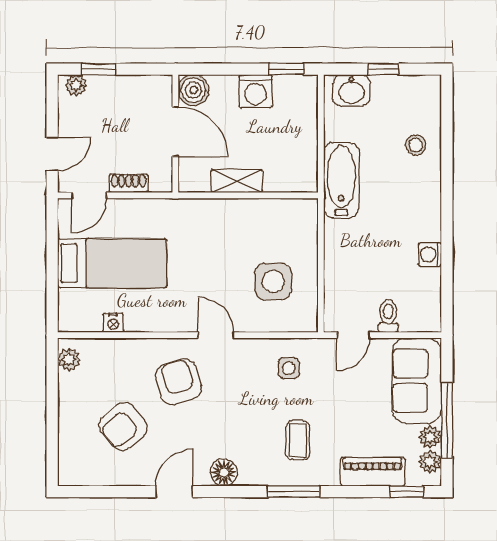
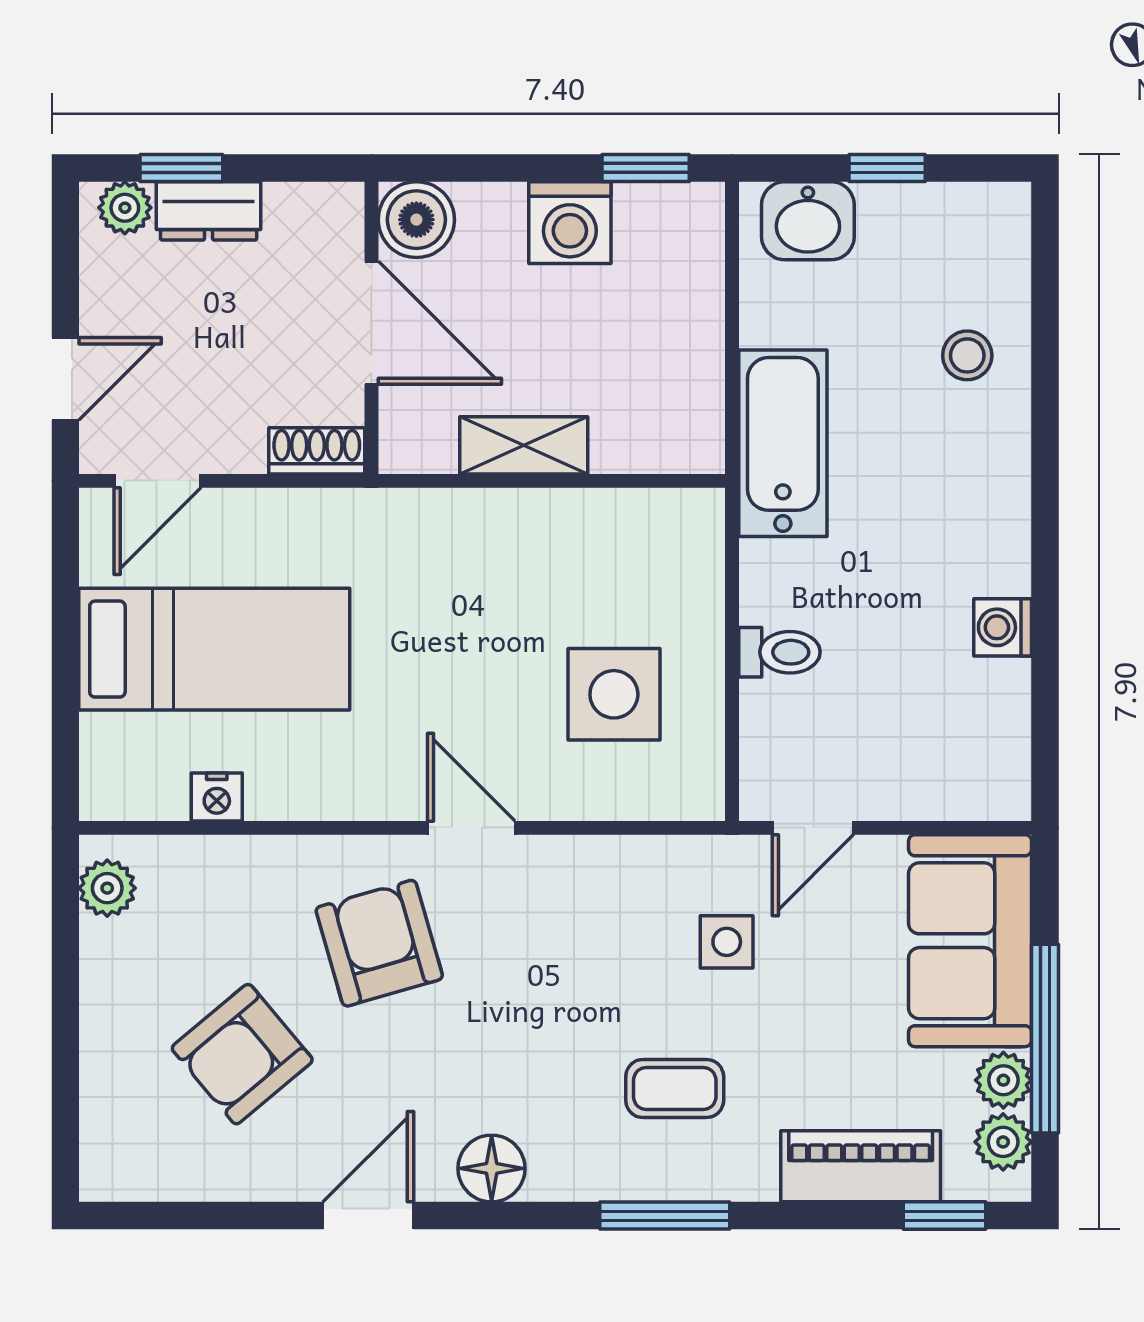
dresser: (110, 87) -> (209, 211), added
shoe rack: (129, 183) -> (317, 451), moved
toilet: (388, 316) -> (779, 652), moved, turned 90
side table: (289, 368) -> (727, 942), moved
coffee table: (298, 440) -> (675, 1088), turned 90

